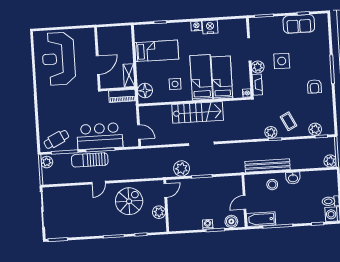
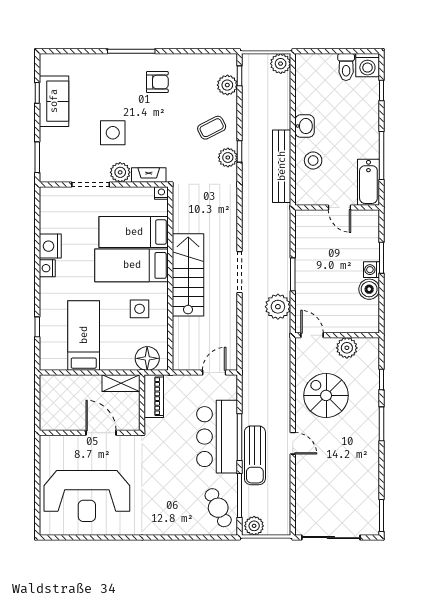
boiler: (231, 221) -> (369, 289), moved

